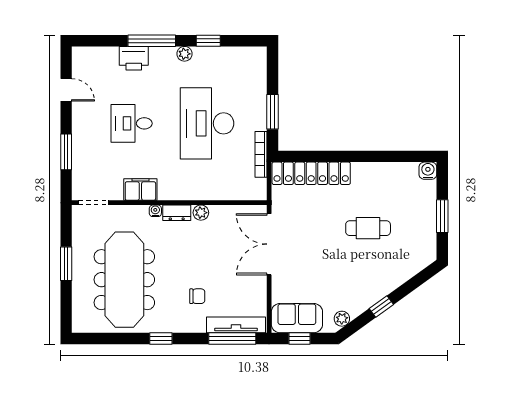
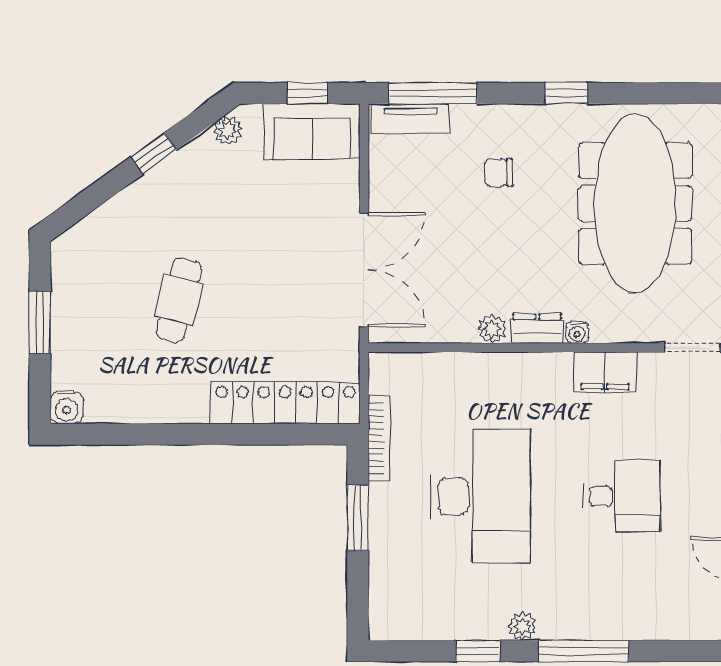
printer: (134, 58) -> (618, 618), removed
cafe table: (368, 228) -> (179, 300), turned -76
tv unit: (236, 325) -> (410, 119), width x0.71

